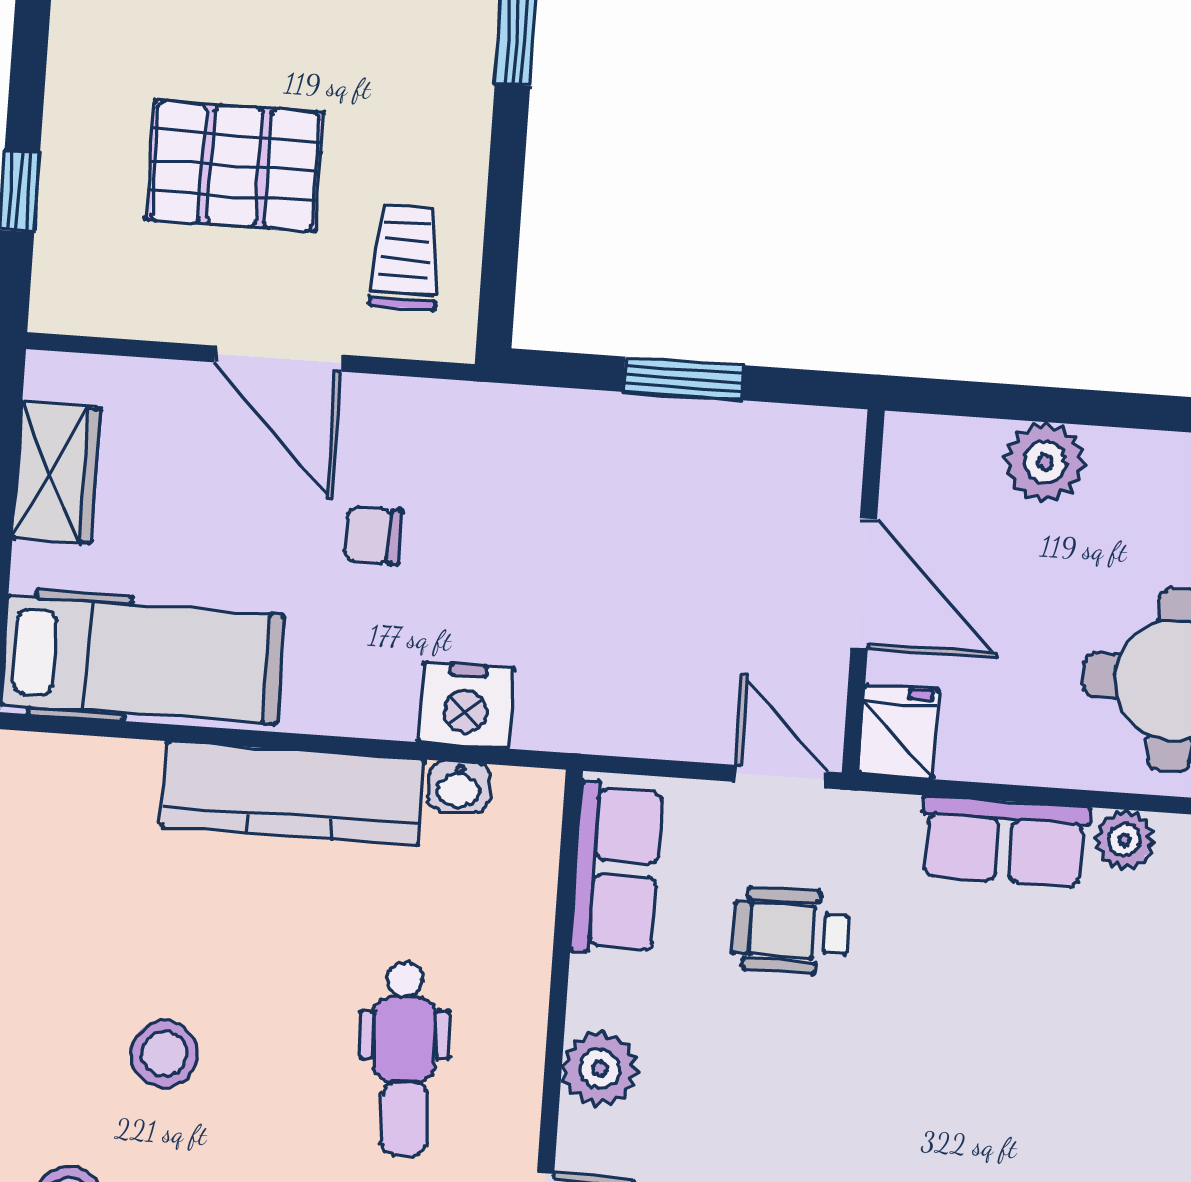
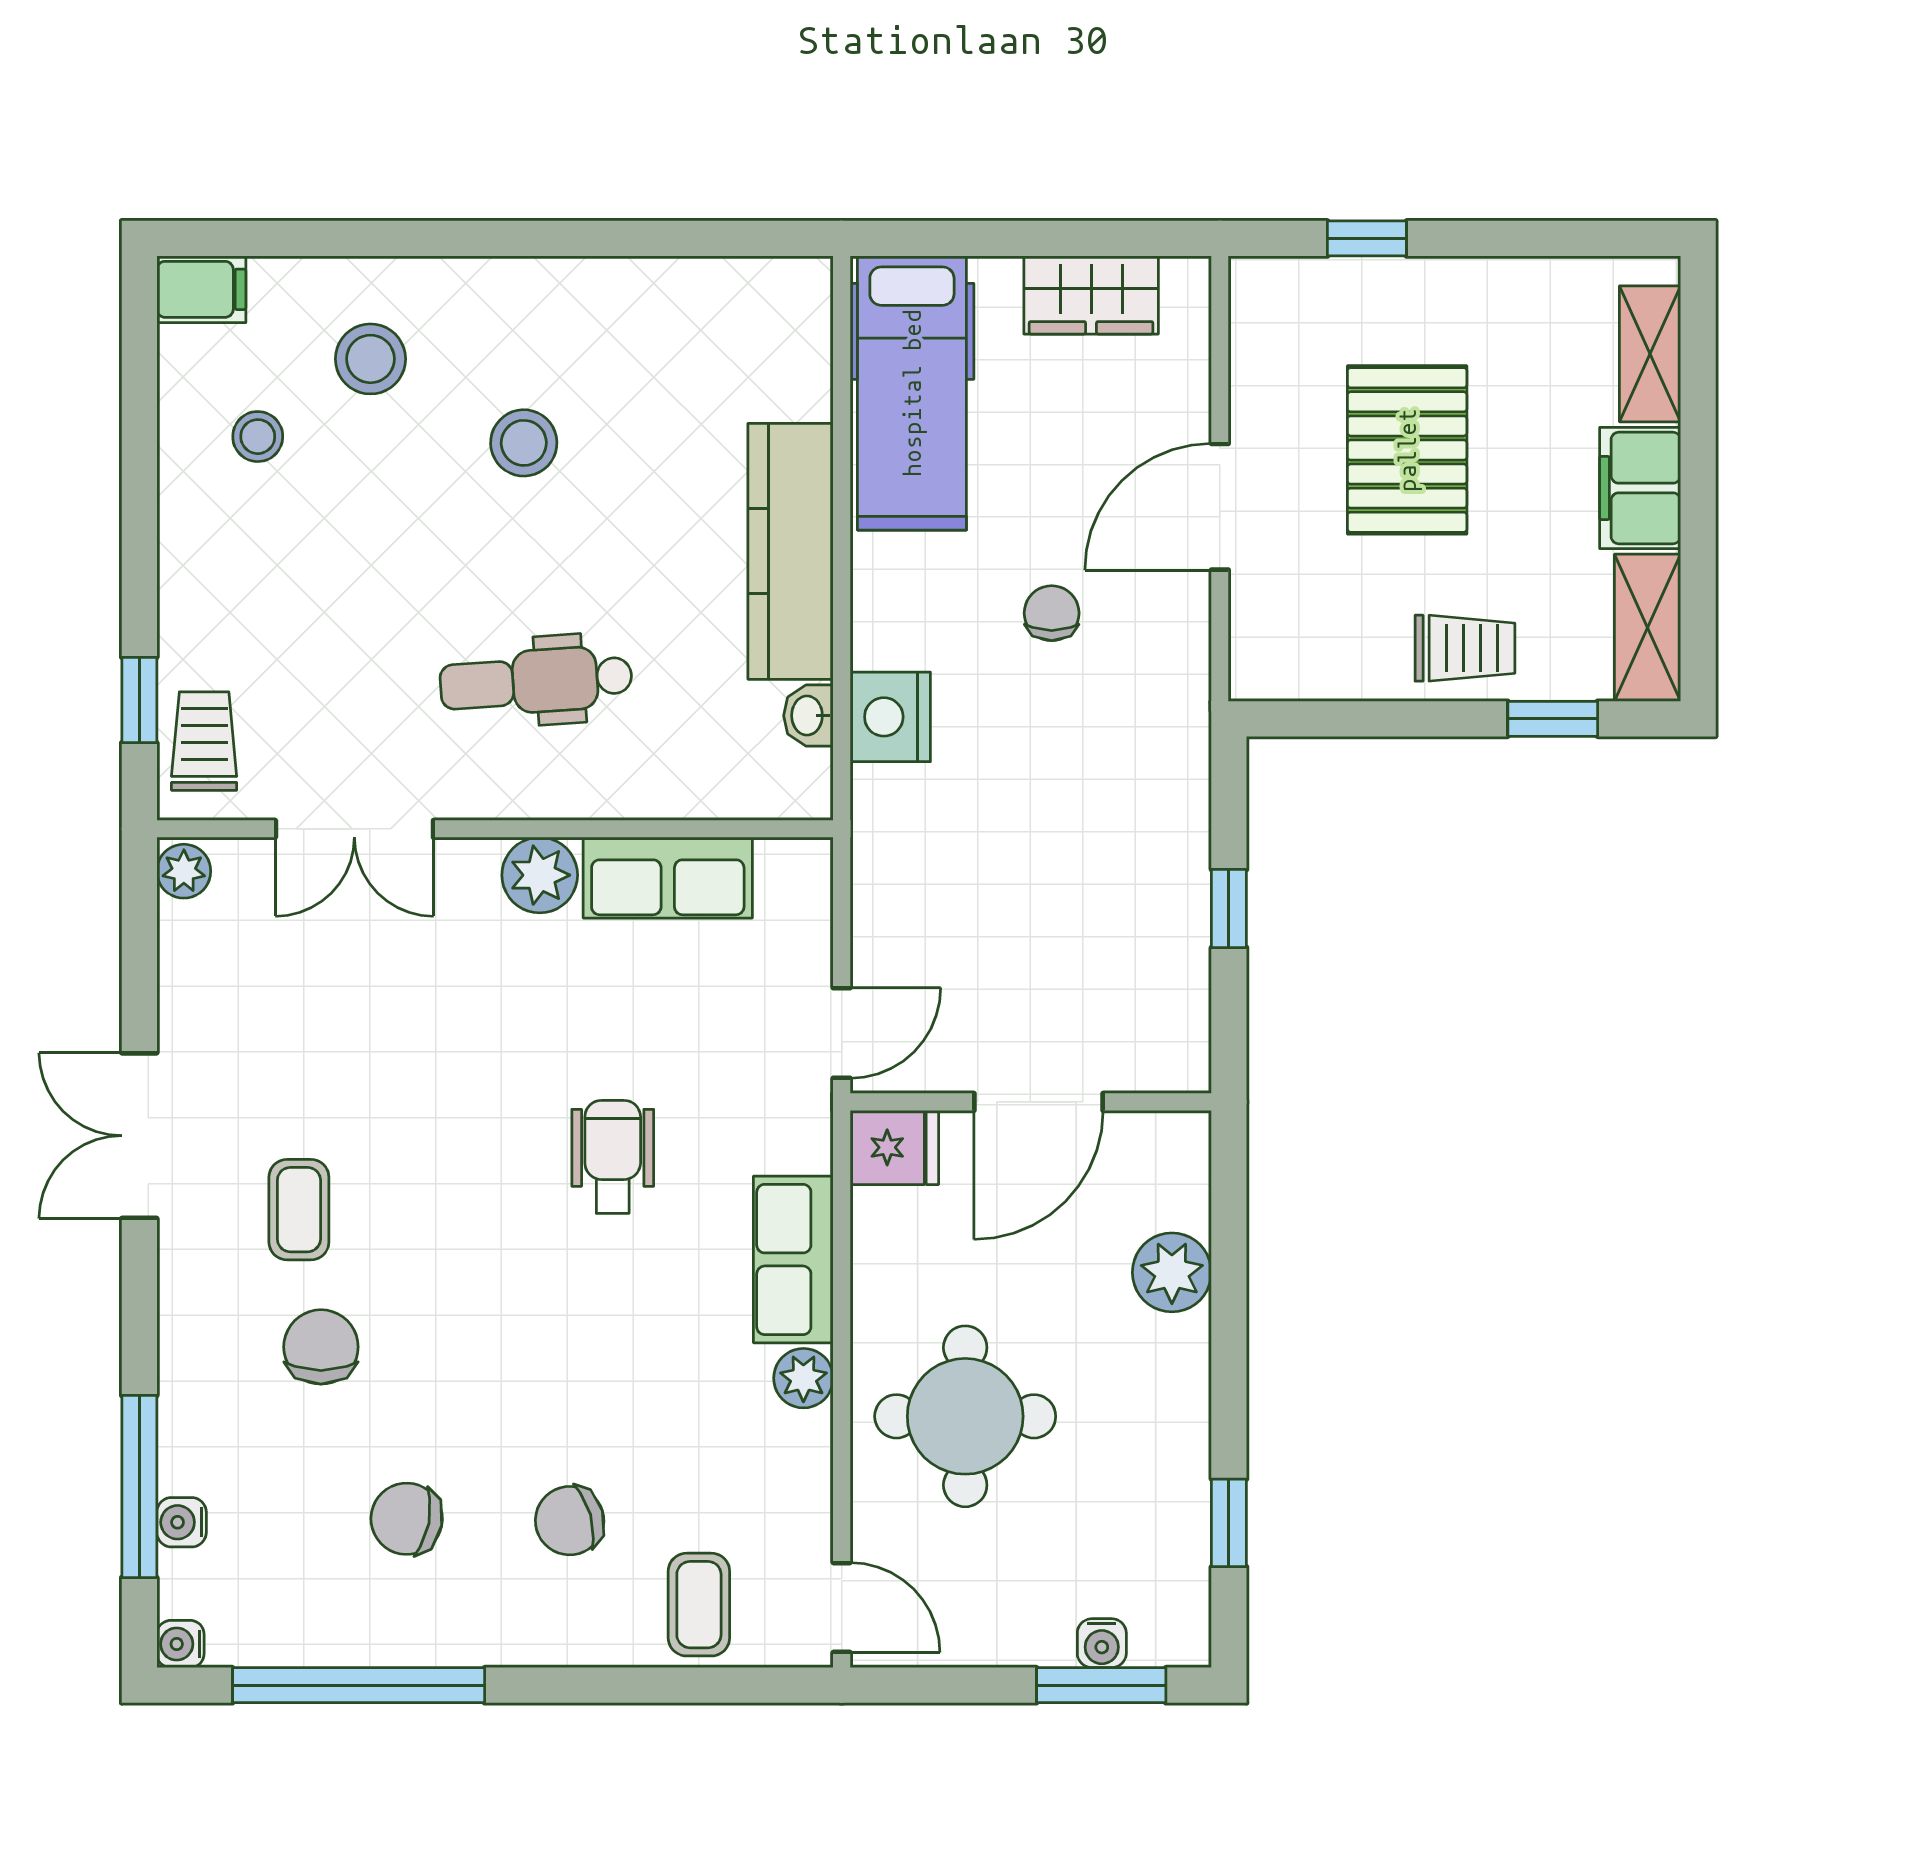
trolley: (406, 257) -> (1465, 648), moved
window: (683, 378) -> (1229, 909), width x0.67
row of seats: (617, 868) -> (668, 878), moved
wheelchair: (791, 931) -> (613, 1157), moved

